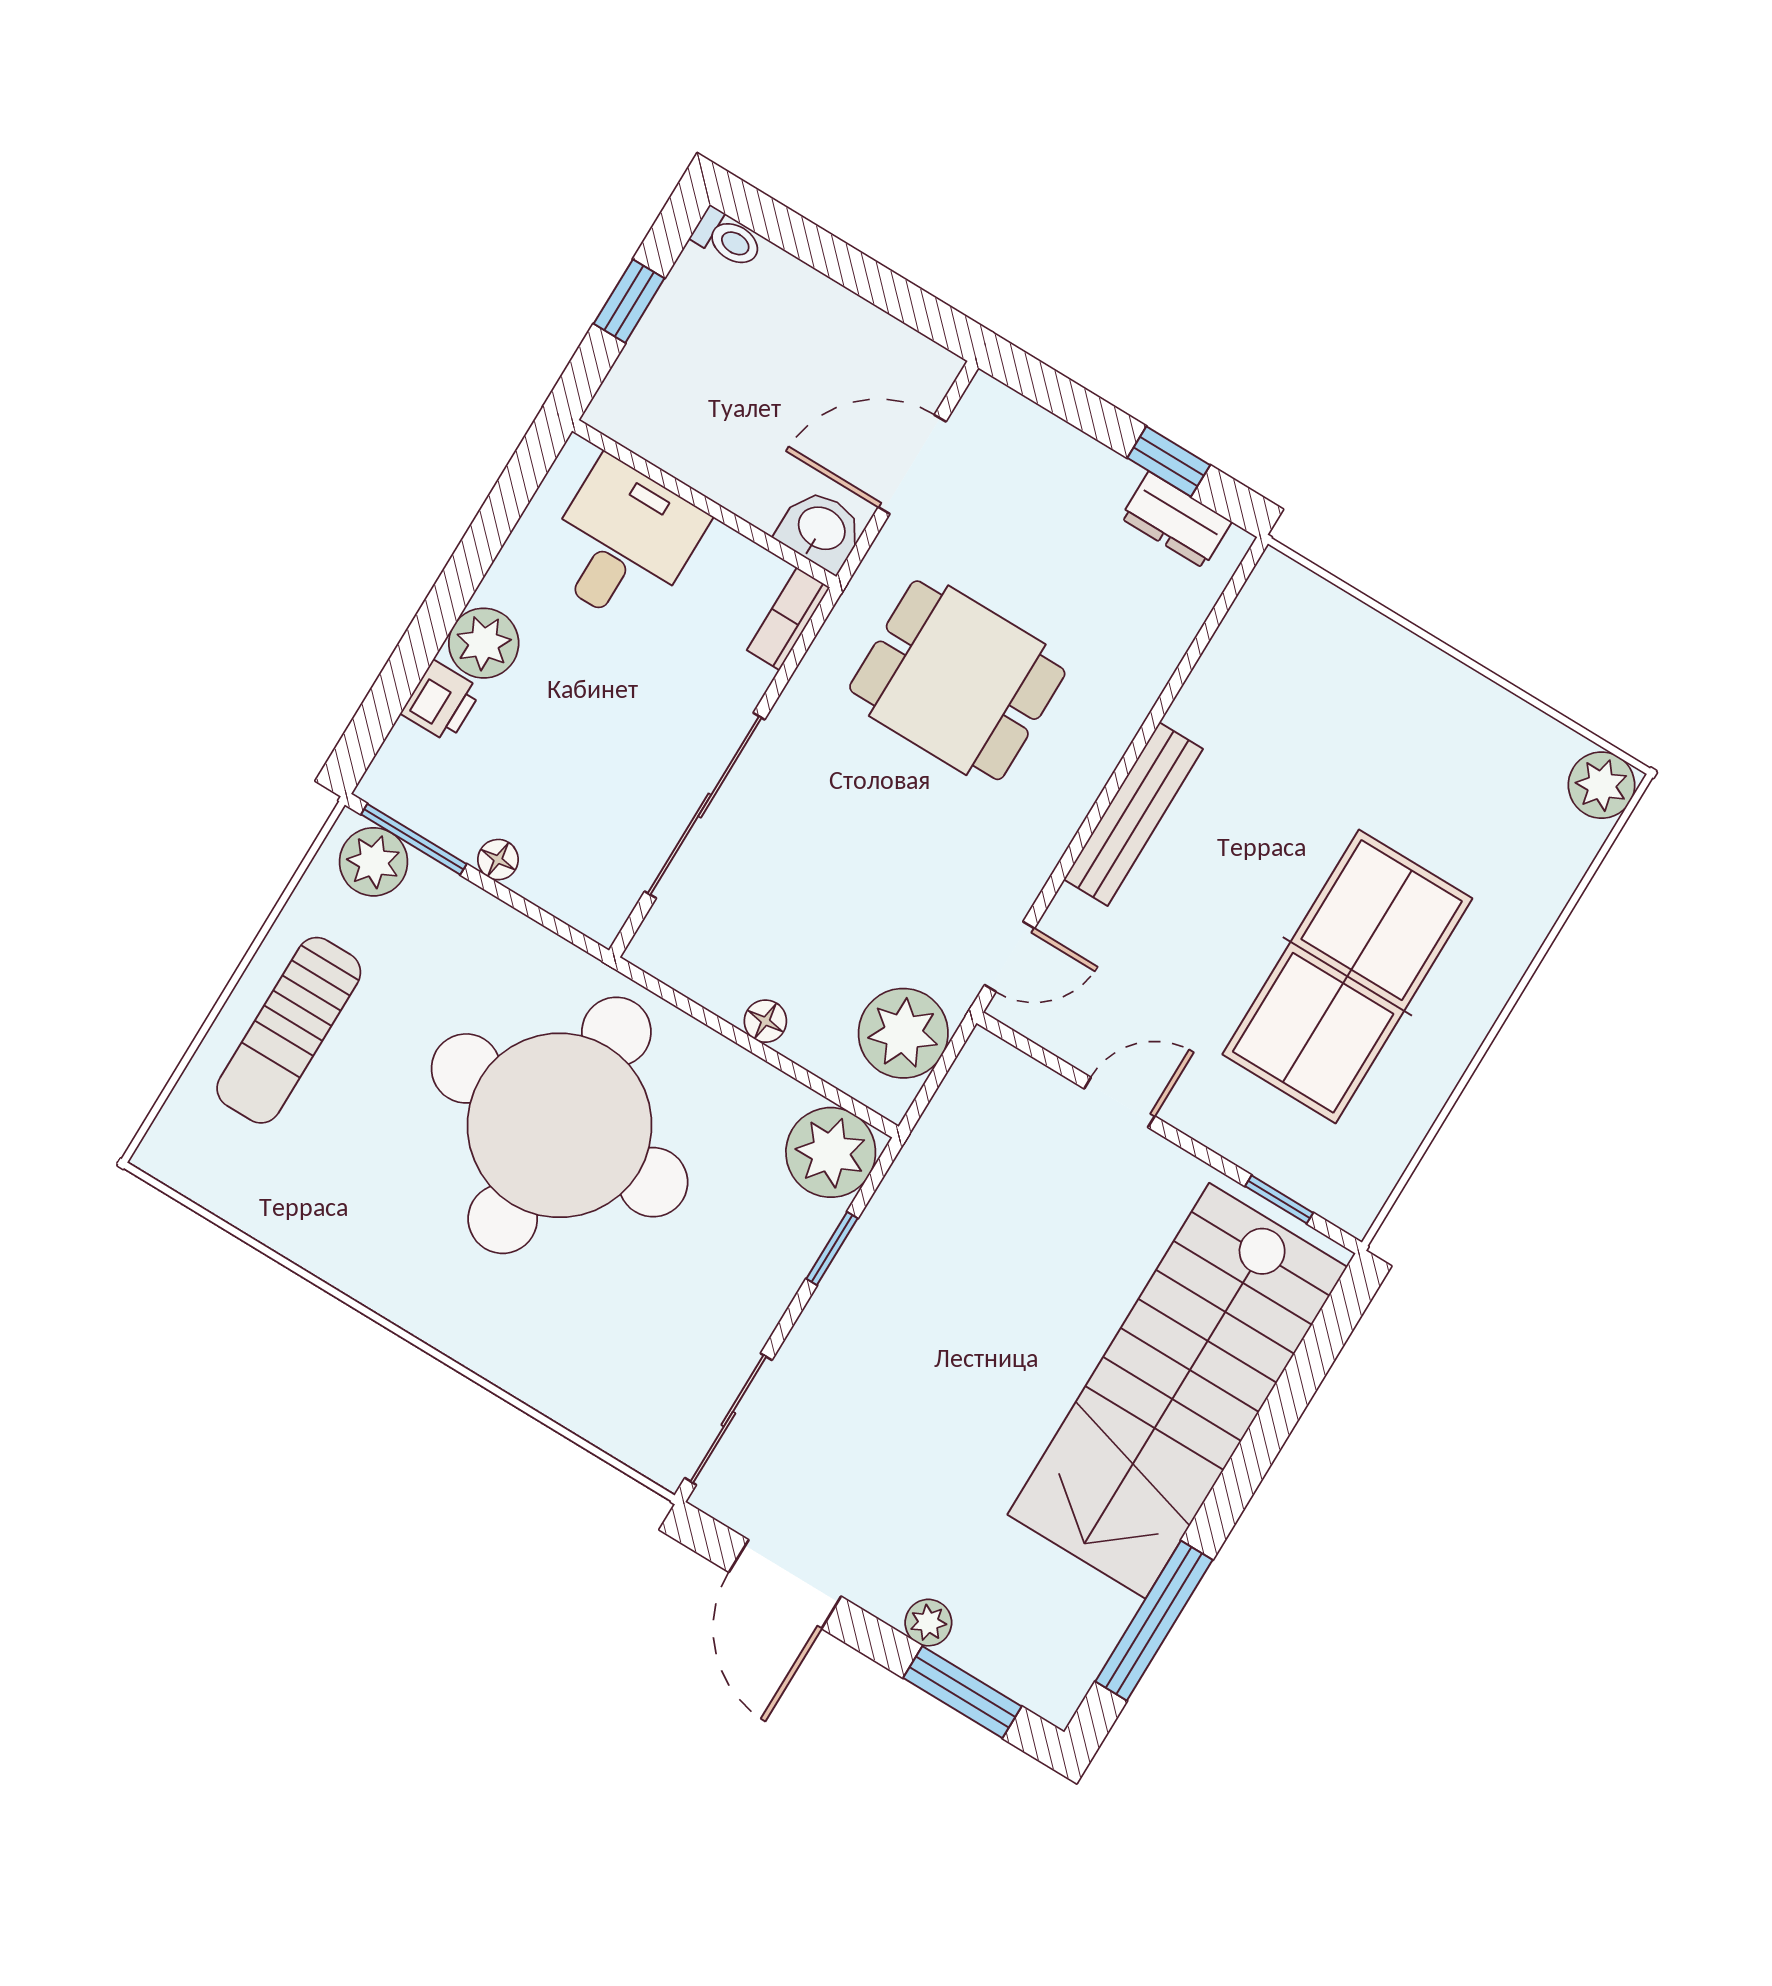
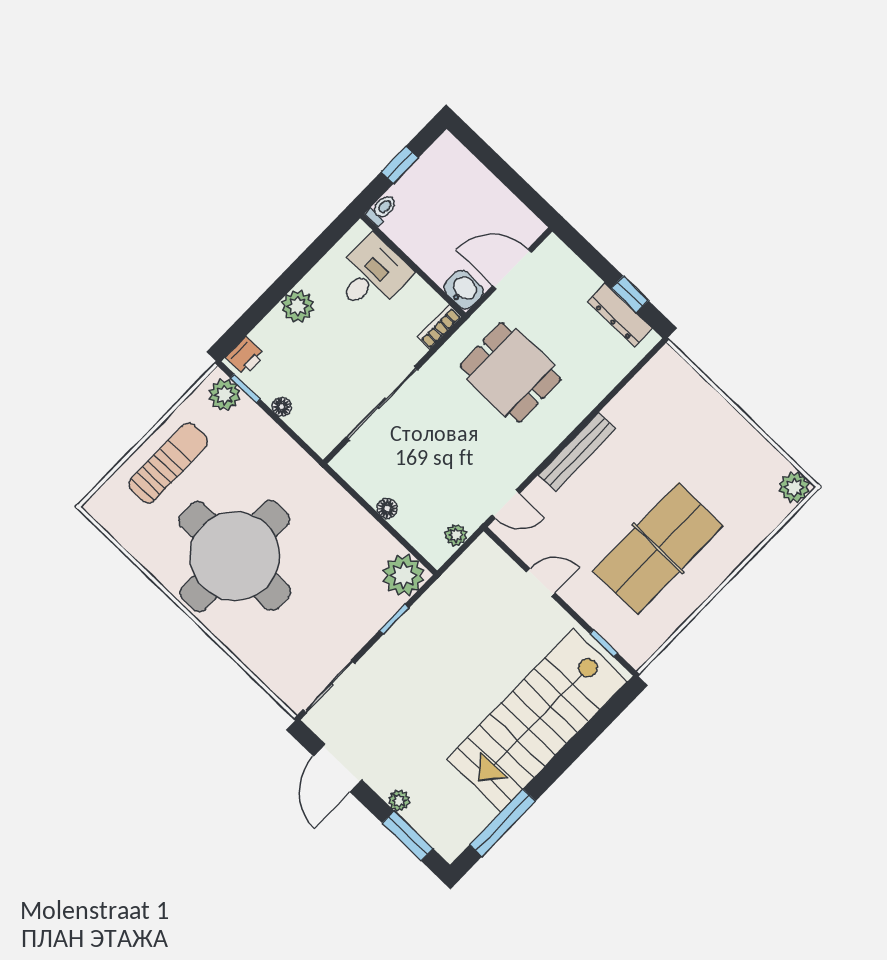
toilet: (727, 239) -> (382, 209), moved, turned -90
dresser: (1176, 520) -> (620, 315), width x1.44
printer: (441, 701) -> (245, 356), moved
window: (414, 839) -> (245, 389), width x0.67
sun lounger: (289, 1030) -> (168, 463), turned 180
plant: (903, 1033) -> (456, 535), width x0.53, depth x0.53
round table: (560, 1125) -> (235, 556), moved

